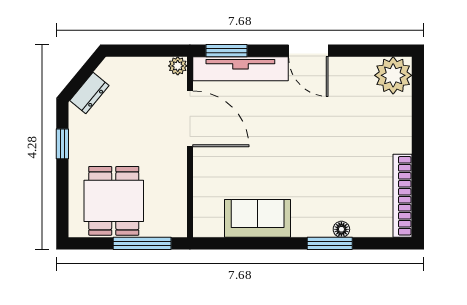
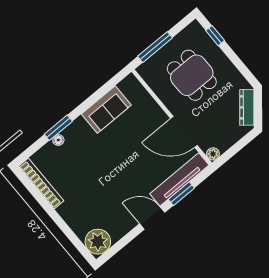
window: (226, 51) -> (181, 194), moved
dresser: (89, 93) -> (247, 107), width x1.44
window: (62, 144) -> (215, 36), moved
dining table: (114, 201) -> (192, 75), moved

